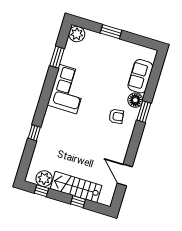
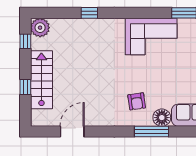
window: (144, 112) -> (152, 132), width x1.44
plant: (44, 179) -> (40, 28), moved

